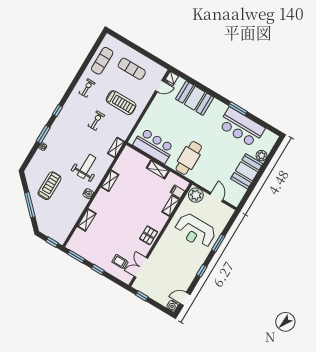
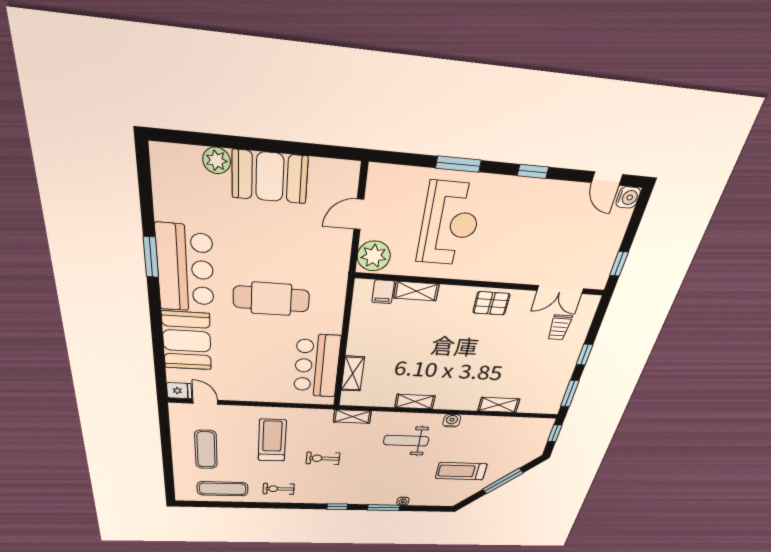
bar counter: (241, 127) -> (185, 269), moved
cafe table: (189, 158) -> (271, 299), moved
shelving: (158, 169) -> (353, 374), moved

